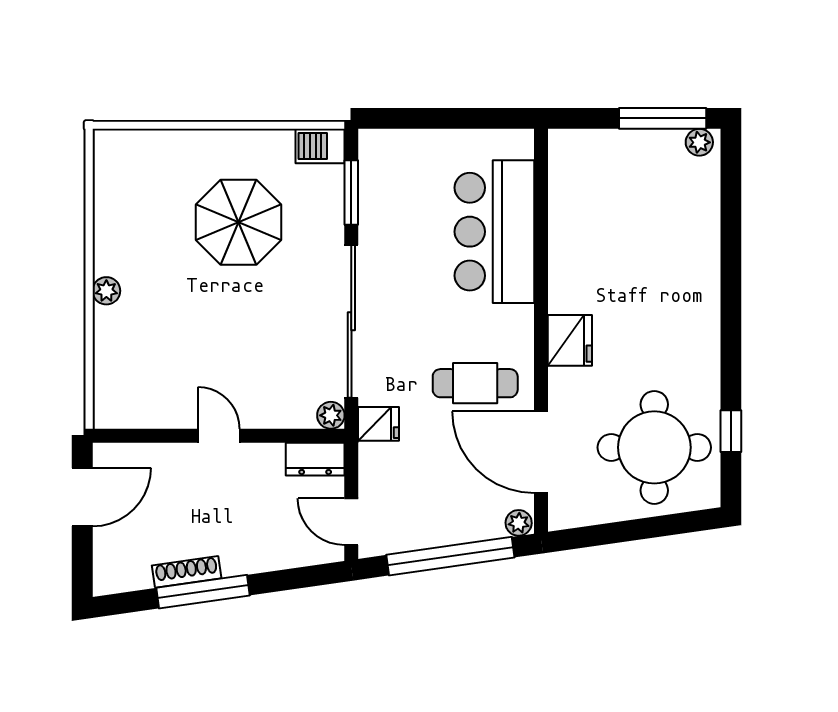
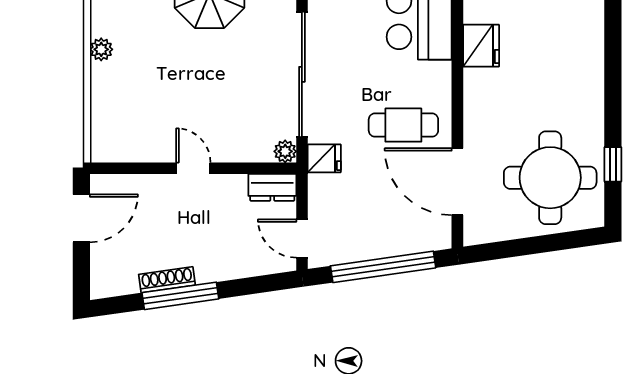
fridge: (570, 340) -> (481, 46), moved
plant: (519, 523) -> (439, 240), removed

